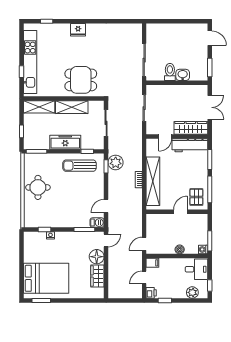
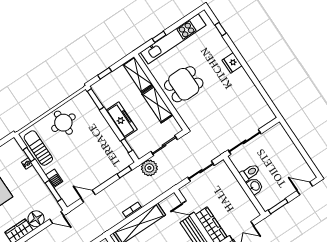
door: (210, 38) -> (305, 188), swing flipped
dining table: (81, 80) -> (184, 84), moved, turned 90
plant: (116, 162) -> (149, 168), moved
sun lounger: (80, 166) -> (38, 148), moved
barbecue: (97, 223) -> (54, 178), moved

